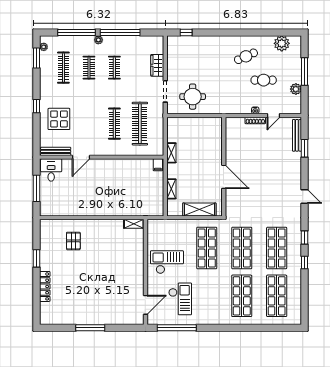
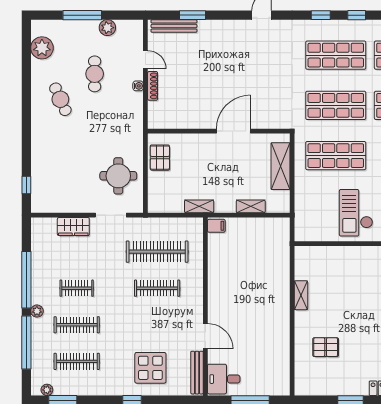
clothes rail: (89, 68) -> (77, 325), width x1.36
pallet: (205, 126) -> (160, 158), added
shelving: (134, 224) -> (301, 295), moved

